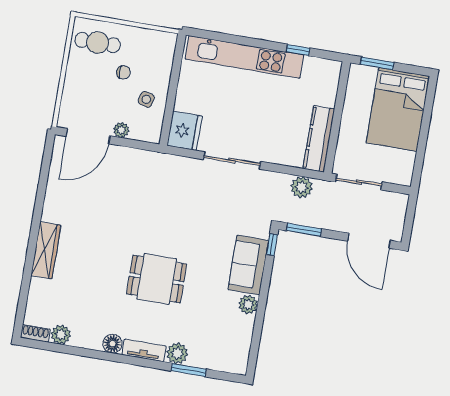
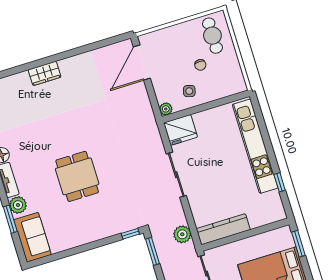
plant: (121, 130) -> (166, 109), moved
door: (88, 136) -> (142, 63), hinge flipped
wardrobe: (46, 250) -> (45, 73), width x0.67
sofa: (248, 265) -> (32, 237), moved, turned 90
dining table: (157, 279) -> (77, 176), moved
plant: (248, 305) -> (79, 238), removed

